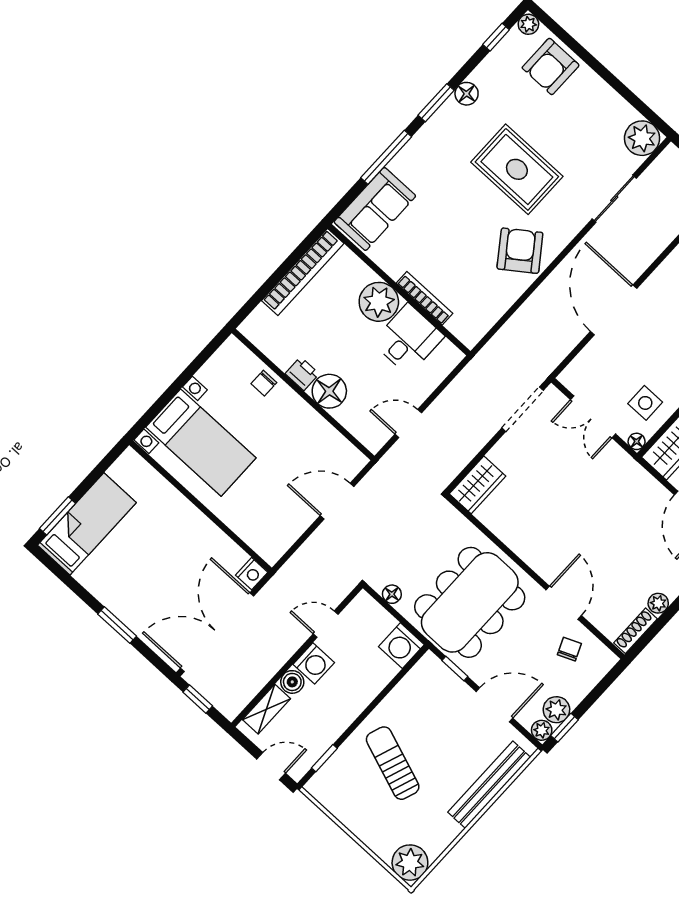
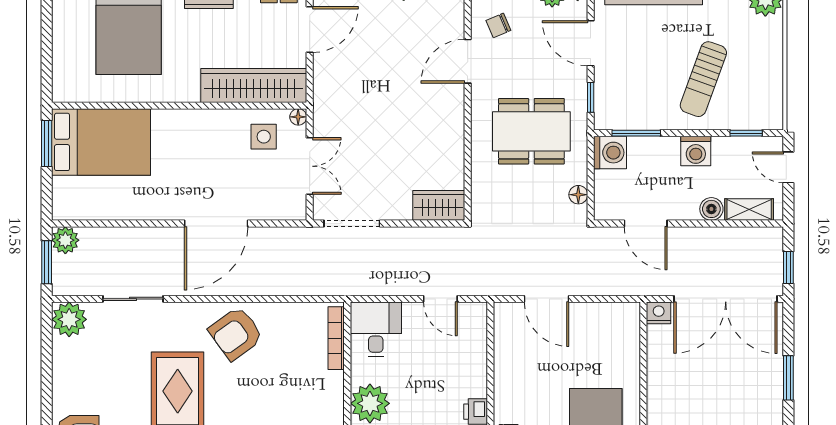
bookcase: (425, 298) -> (336, 338), moved
desk: (408, 339) -> (376, 329), moved, turned 90
floor lamp: (329, 391) -> (470, 379), removed
dining table: (470, 602) -> (531, 131), width x0.73, depth x0.80
door: (326, 624) -> (646, 224), width x1.38
washing machine: (314, 663) -> (696, 151), moved, turned 180
window: (398, 678) -> (636, 133), added

